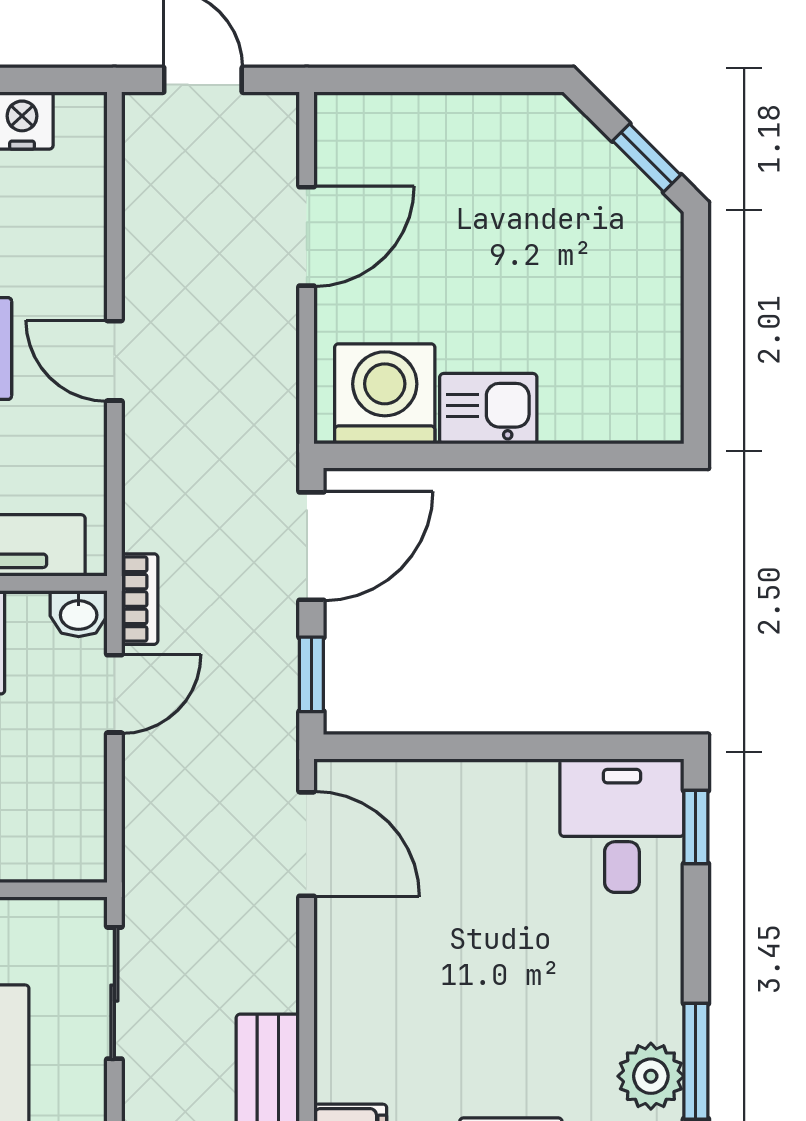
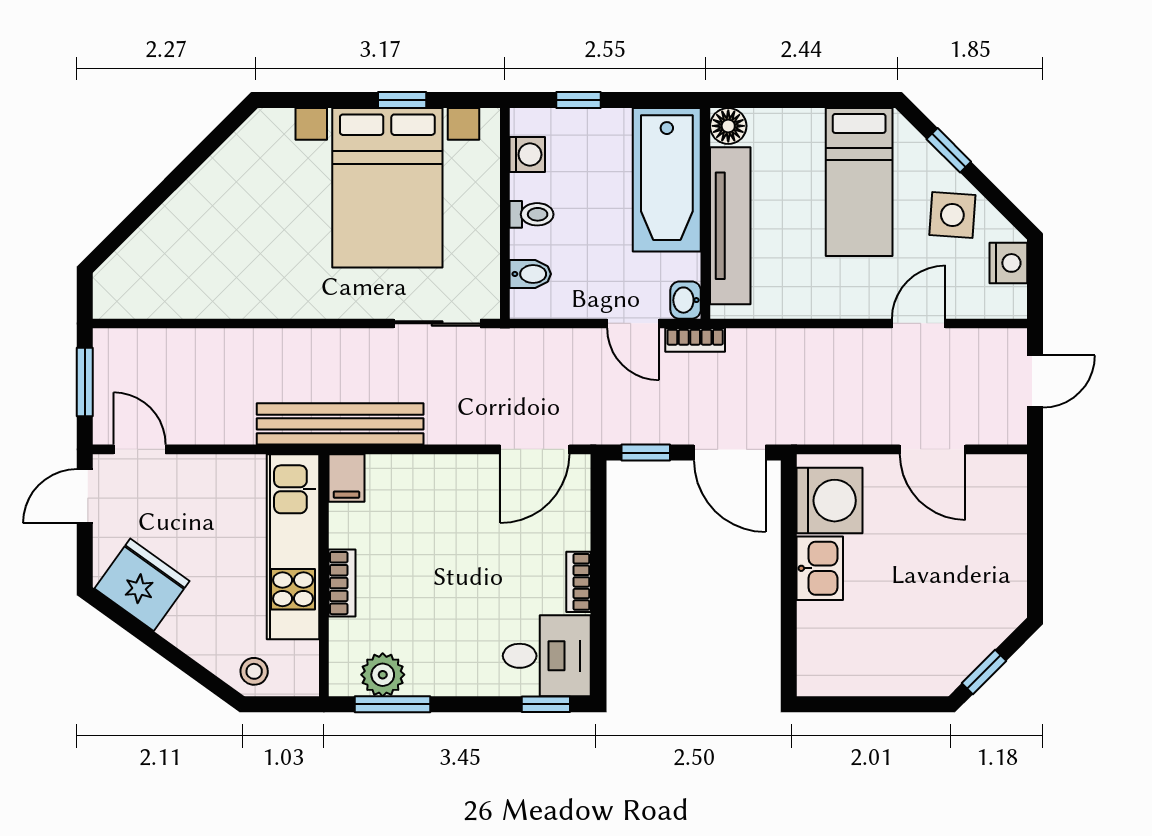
door: (114, 361) -> (919, 323), moved
bookcase: (509, 777) -> (578, 582), added
bidet: (39, 851) -> (530, 274), added

